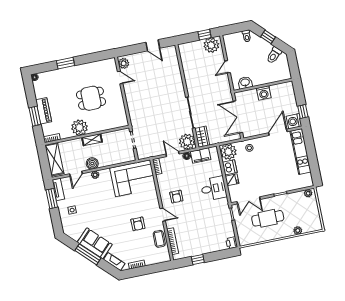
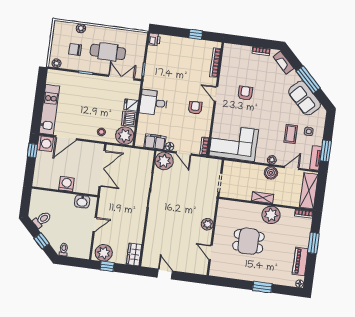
plant: (124, 63) -> (207, 224), moved
piano: (44, 111) -> (300, 261), moved
wardrobe: (202, 137) -> (134, 254), moved
chair: (296, 211) -> (75, 50), added
coffee table: (159, 239) -> (291, 134), moved
sofa: (95, 243) -> (305, 98), moved

